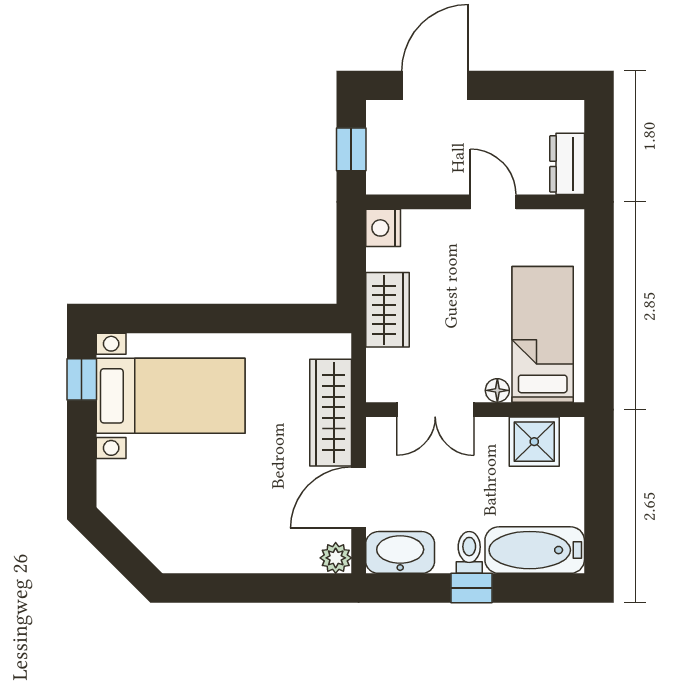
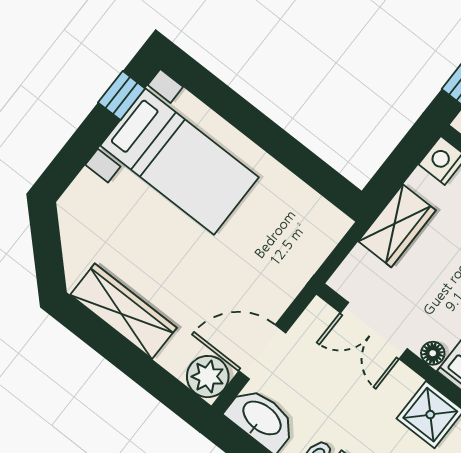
wardrobe: (331, 413) -> (123, 311), moved, turned 90
plant: (336, 558) -> (208, 377), width x1.38, depth x1.38

